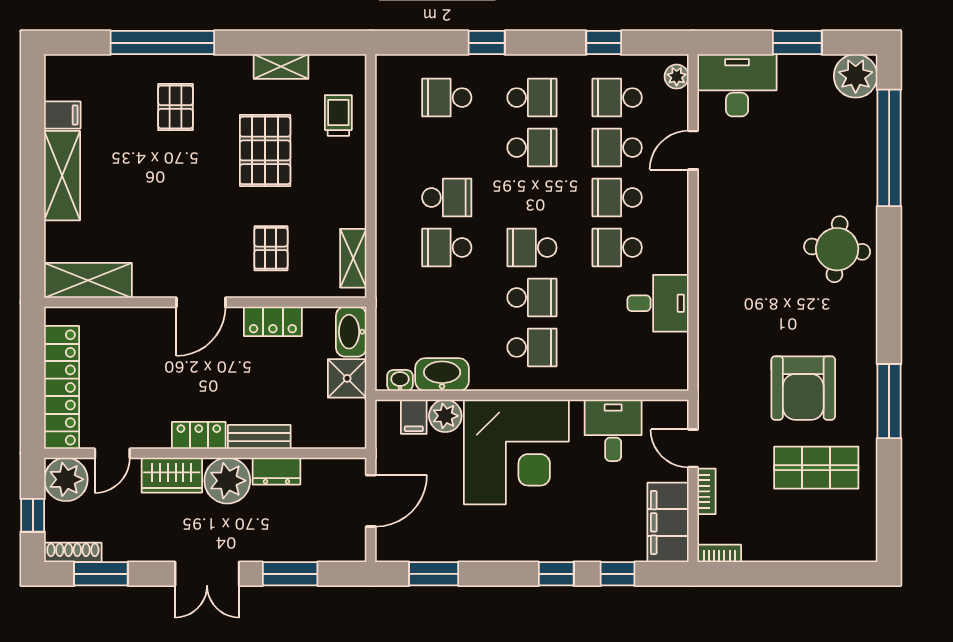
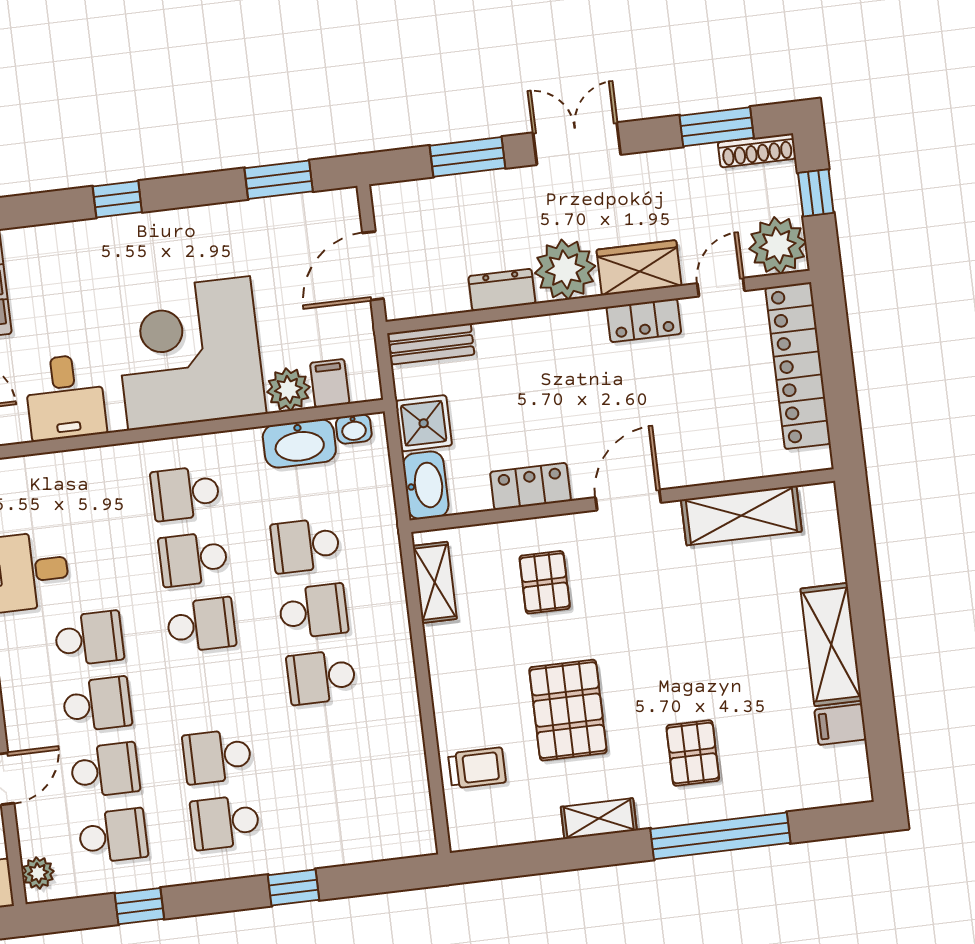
shelving: (281, 66) -> (599, 819), moved
school desk: (447, 98) -> (305, 546), moved, turned 180
trolley: (338, 115) -> (477, 768), turned -90
shelving: (88, 280) -> (741, 516), moved
locker: (199, 435) -> (644, 320), moved
bench: (259, 437) -> (431, 344), moved
window: (617, 574) -> (37, 209), removed

